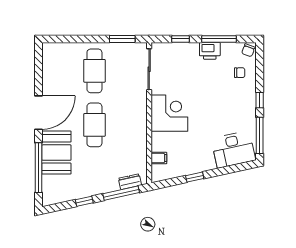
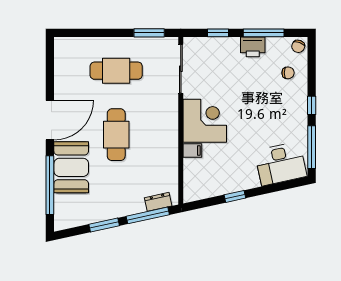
cafe table: (94, 71) -> (116, 71), turned 90
filing cabinet: (159, 158) -> (192, 151), moved
window: (84, 201) -> (104, 225), width x1.50

